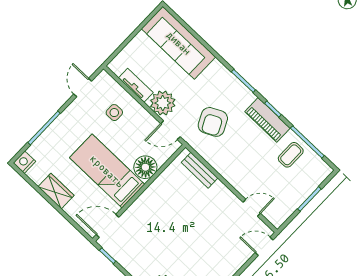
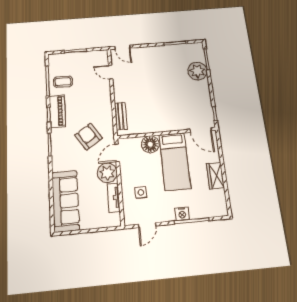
armchair: (213, 122) -> (89, 137), turned -98
door: (170, 130) -> (117, 153), swing flipped
nightstand: (24, 162) -> (182, 214), moved

